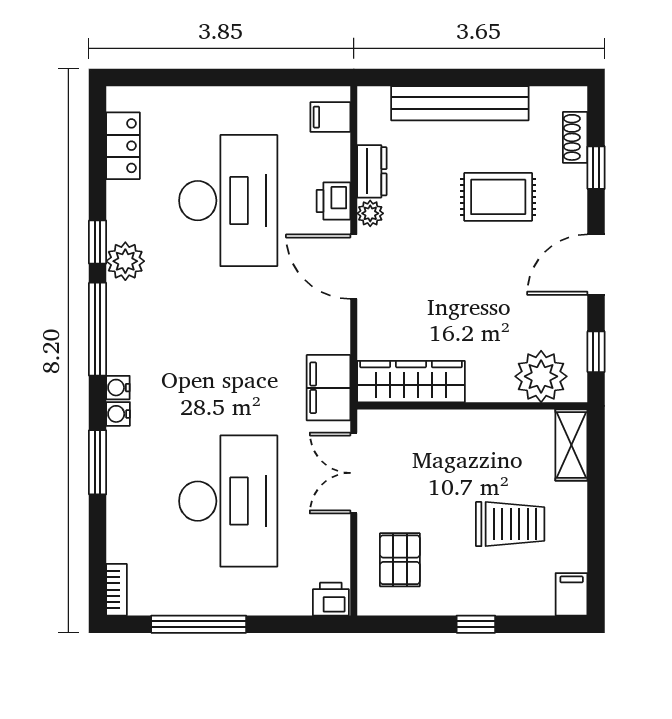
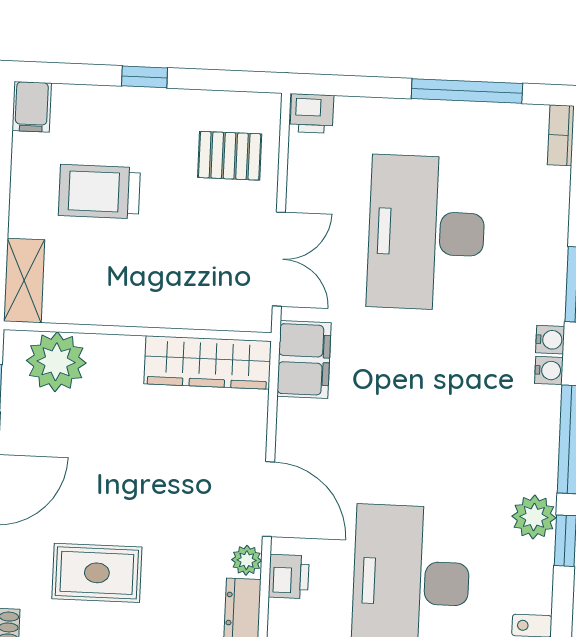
pallet: (400, 560) -> (230, 156), turned 90

